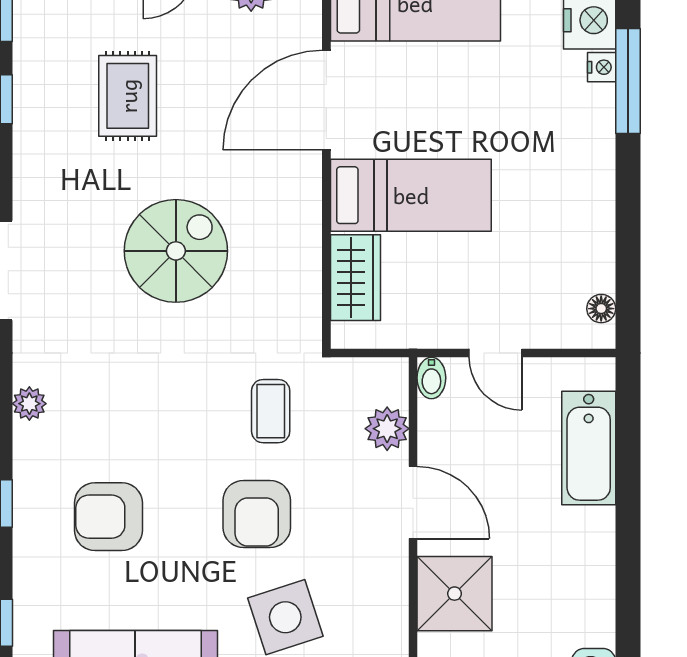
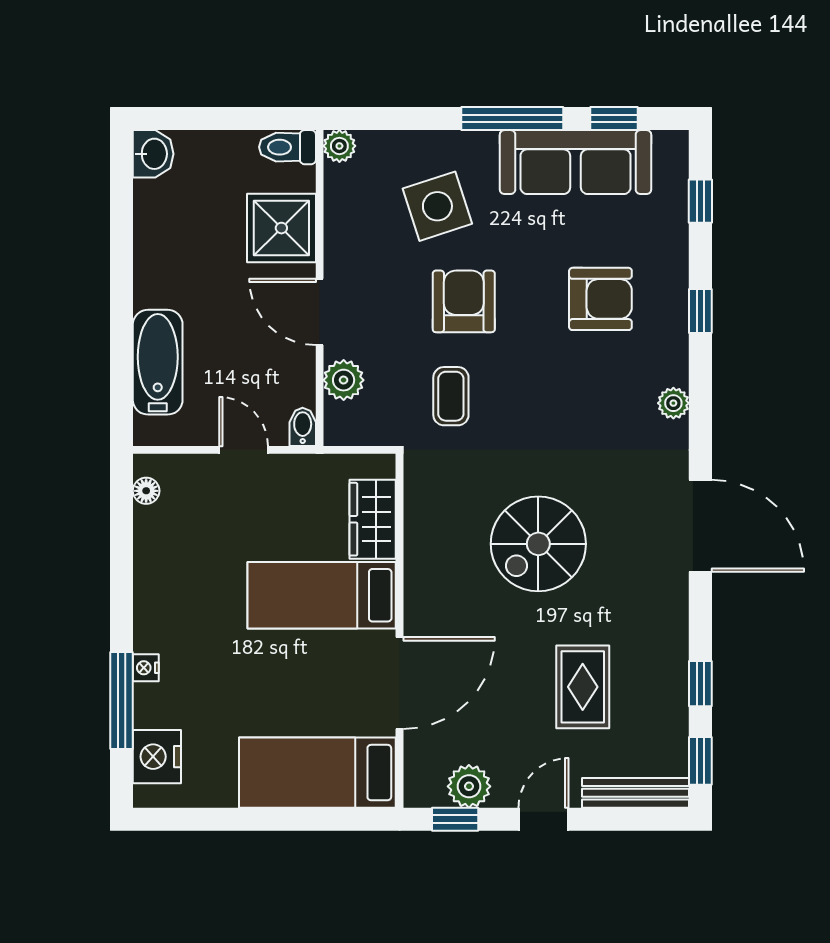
nightstand: (602, 67) -> (146, 668), moved

